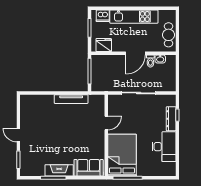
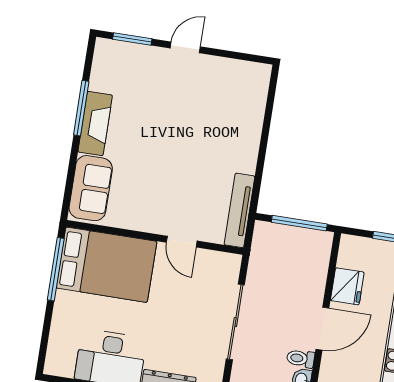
fridge: (104, 45) -> (347, 286), moved
door: (135, 53) -> (322, 329), swing flipped
tv unit: (71, 99) -> (239, 210), moved

